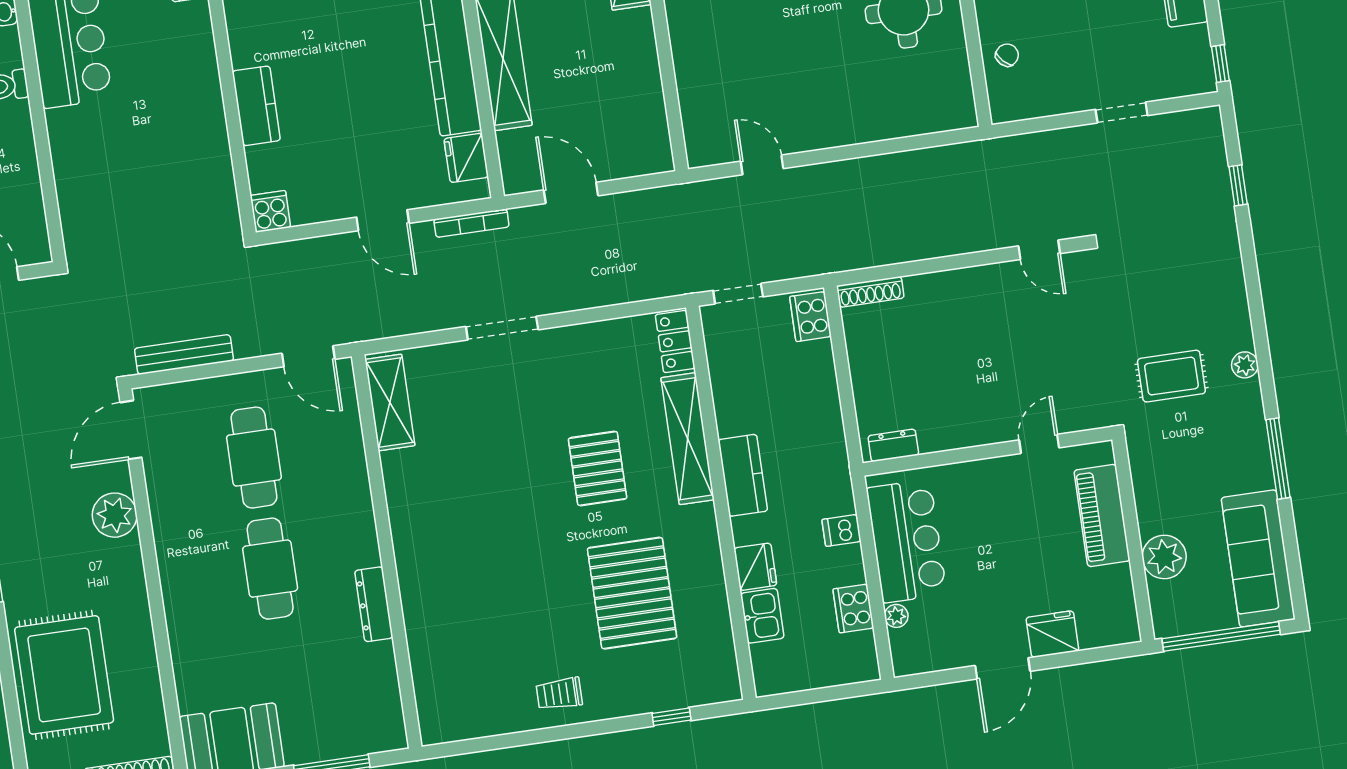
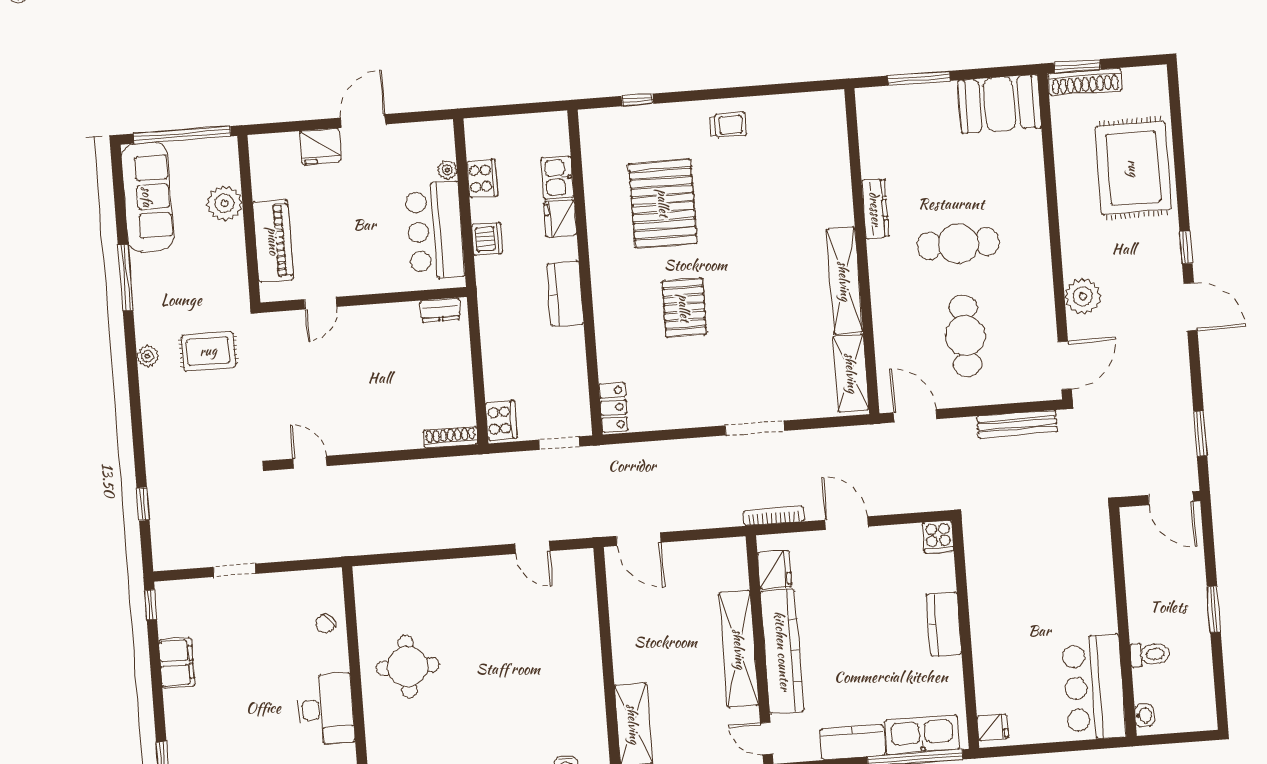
door: (571, 193) -> (639, 539), moved
shelving: (687, 439) -> (844, 281), moved
dishwasher: (841, 530) -> (487, 239), width x1.38
cafe table: (270, 569) -> (958, 244), turned 90

